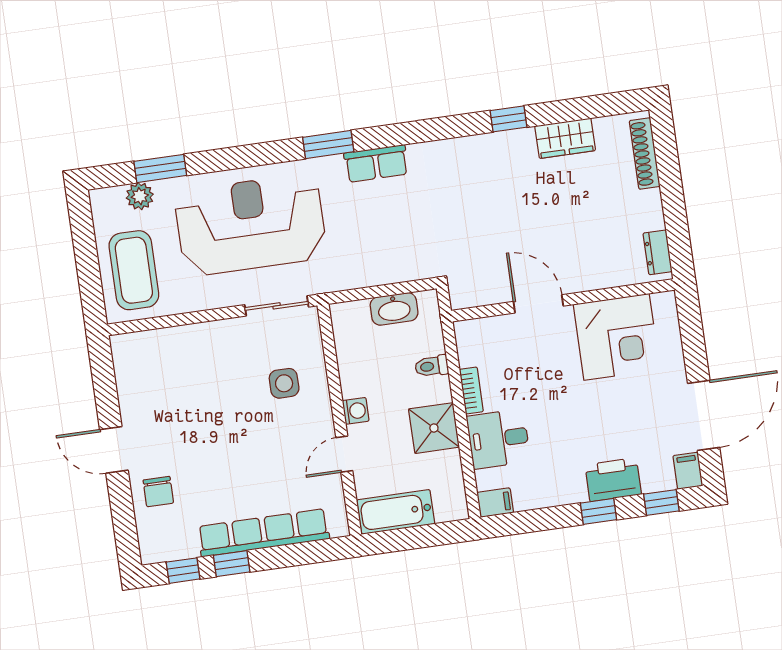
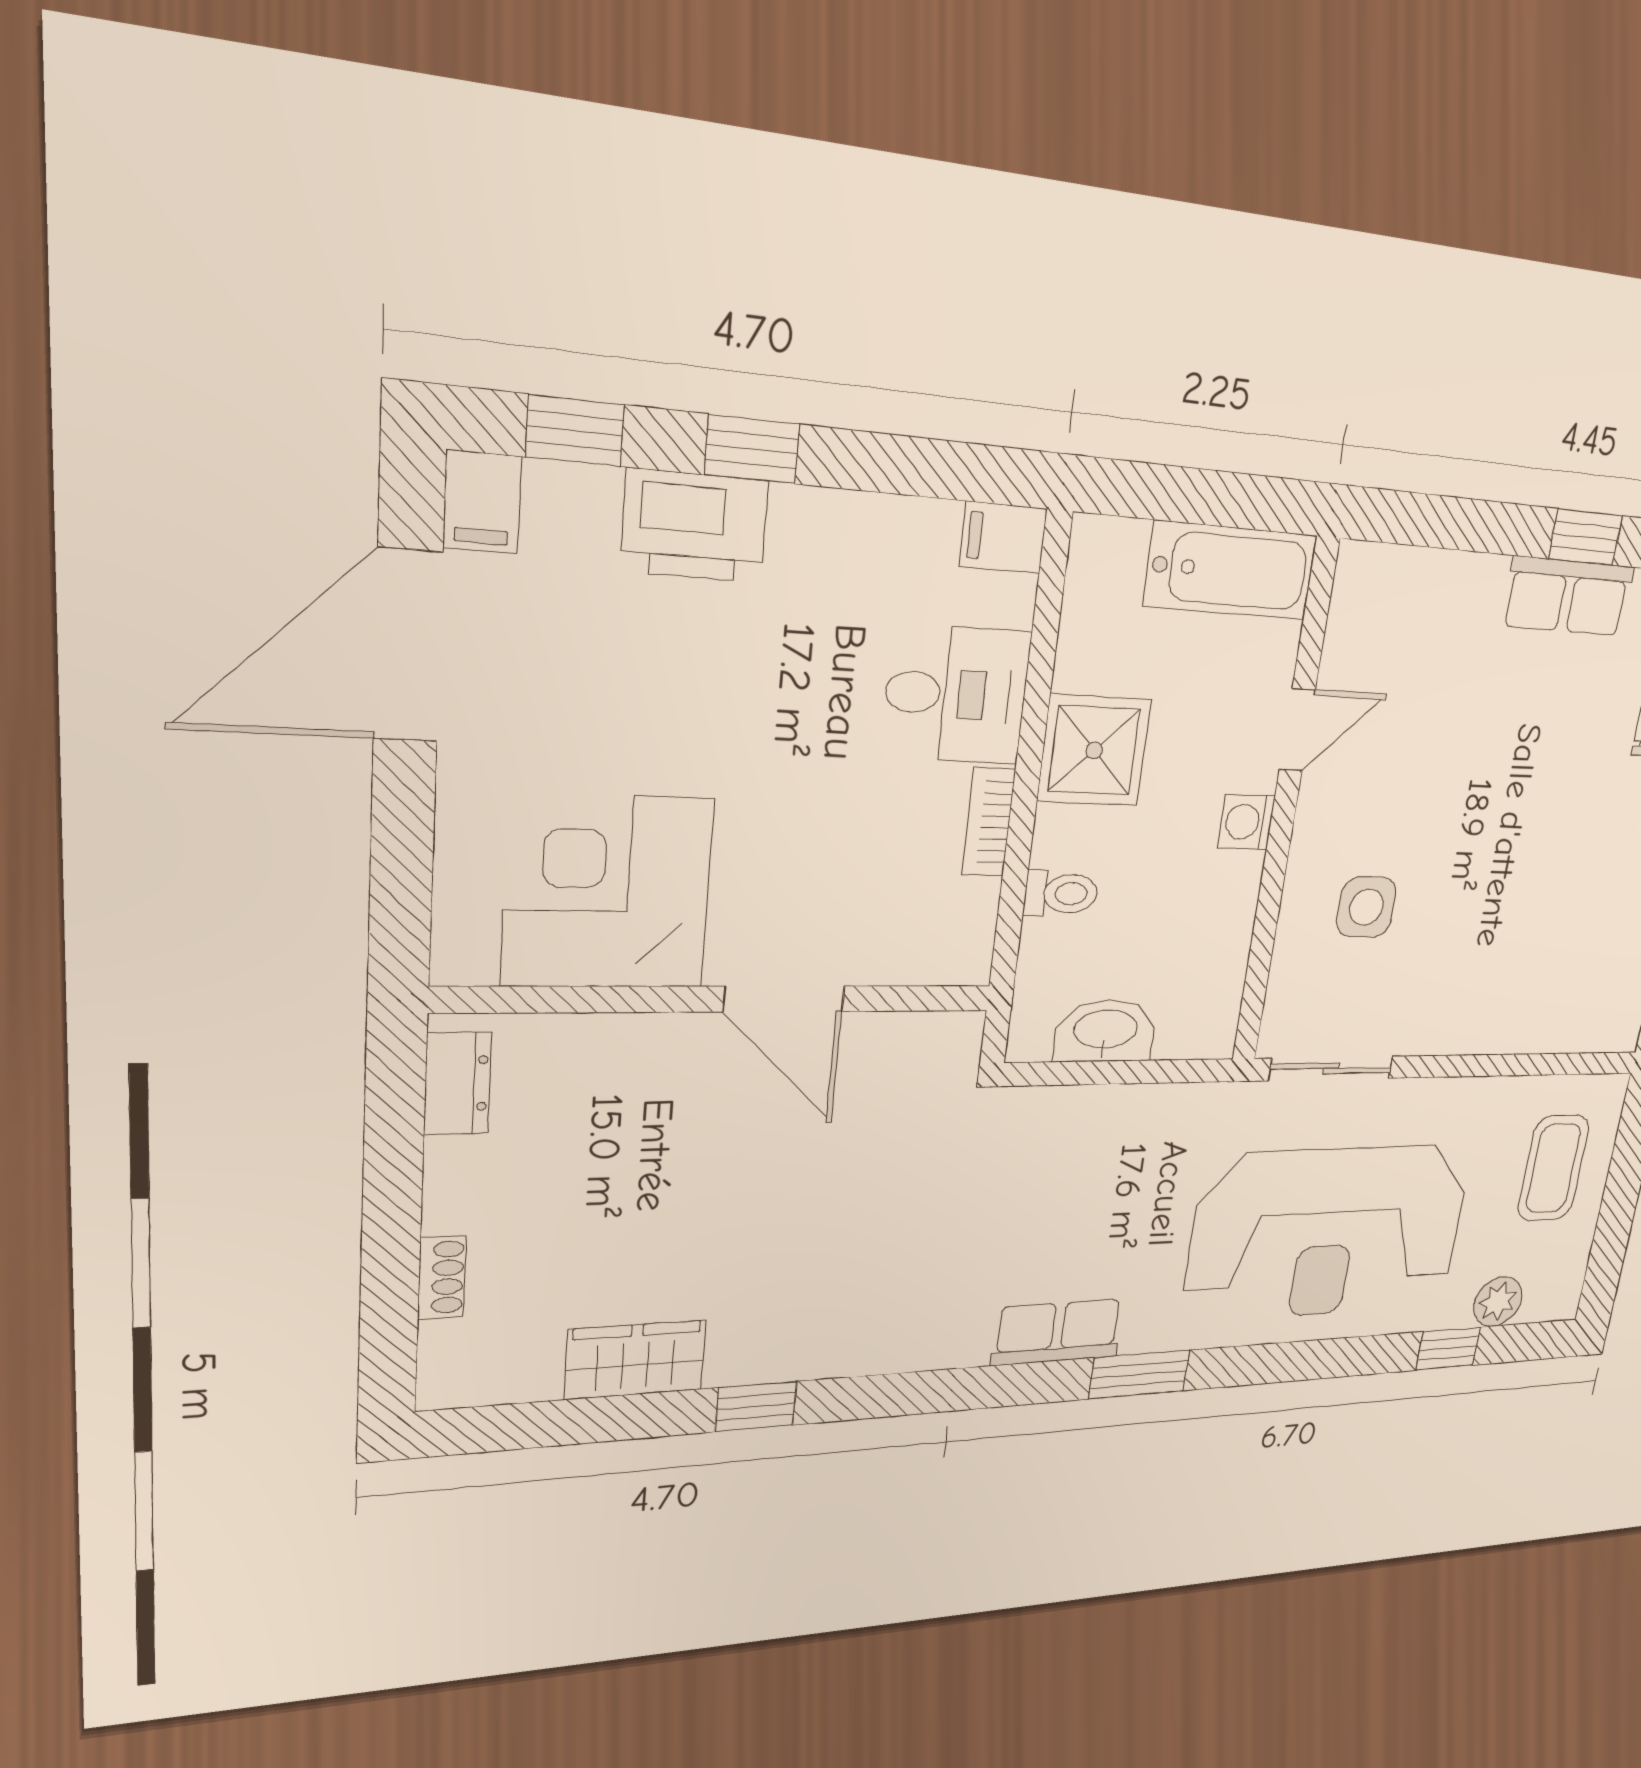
shoe rack: (645, 154) -> (442, 1277), width x0.51, depth x0.81
window: (160, 168) -> (1448, 1349), width x0.67
coffee table: (134, 270) -> (1553, 1168), width x0.73, depth x0.76
row of seats: (263, 533) -> (1568, 596), width x0.50

